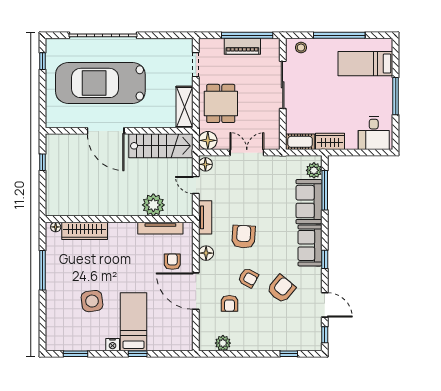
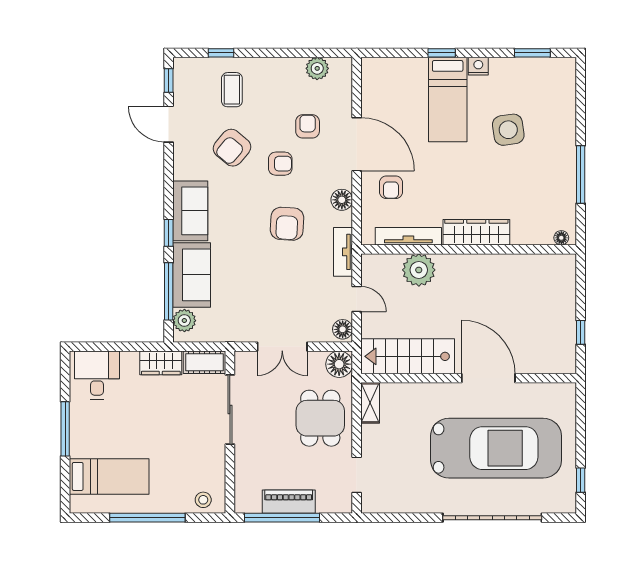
sliding door: (283, 85) -> (230, 409), moved
shelving: (185, 107) -> (370, 403), width x0.67, depth x0.75
wardrobe: (85, 231) -> (476, 232), moved
window: (325, 259) -> (169, 233), moved
armchair: (248, 278) -> (280, 164), turned 151
coffee table: (281, 328) -> (232, 90), added

